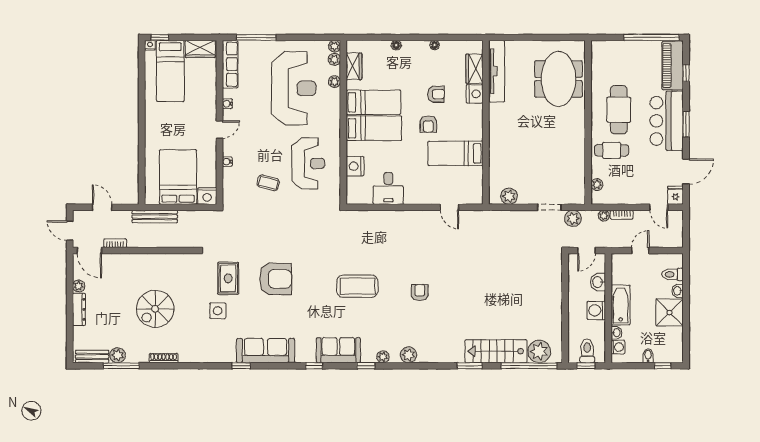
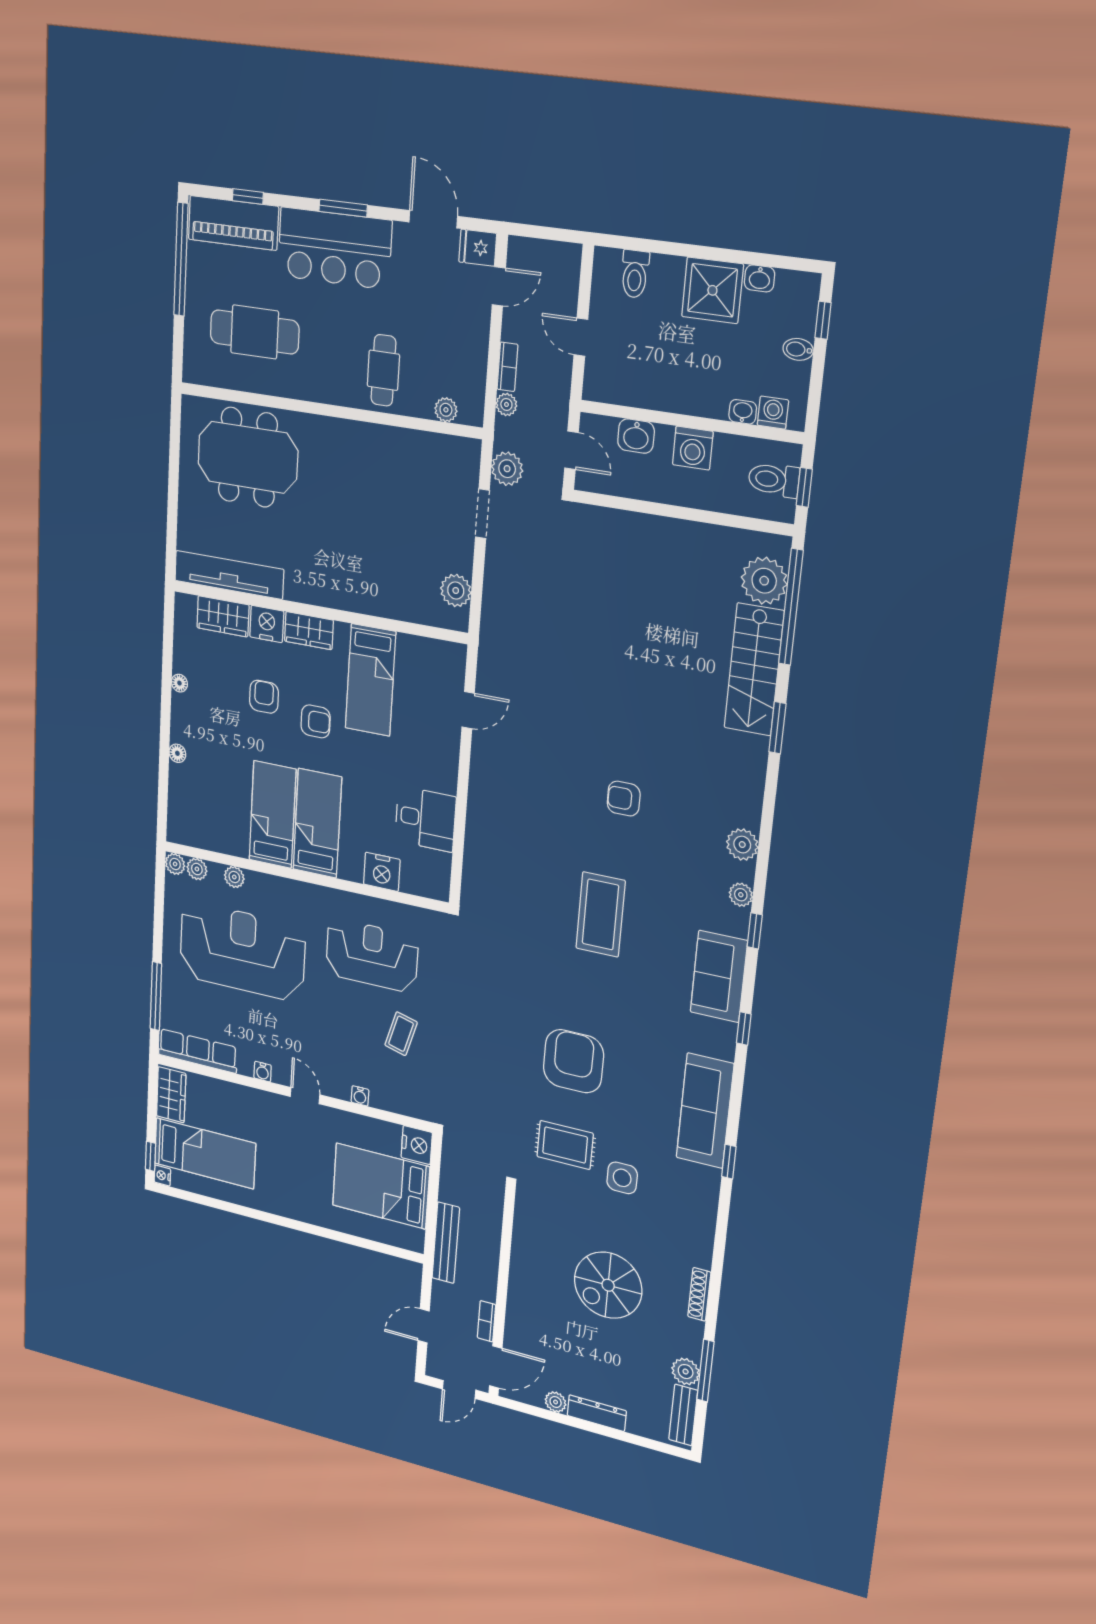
wardrobe: (354, 66) -> (309, 631), moved, turned 180
cafe table: (619, 110) -> (255, 332), moved
washbasin: (678, 291) -> (760, 278), moved
bathtub: (621, 305) -> (687, 394), removed
spiral stairs: (155, 309) -> (608, 1285), turned 90

